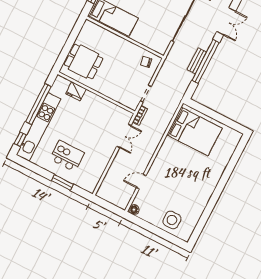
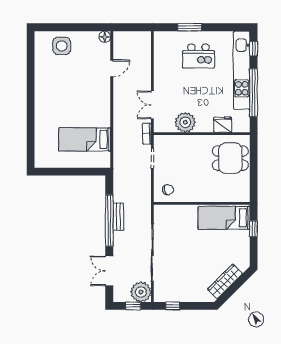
plant: (105, 109) -> (185, 122), added
bed: (194, 131) -> (85, 139), width x0.67

